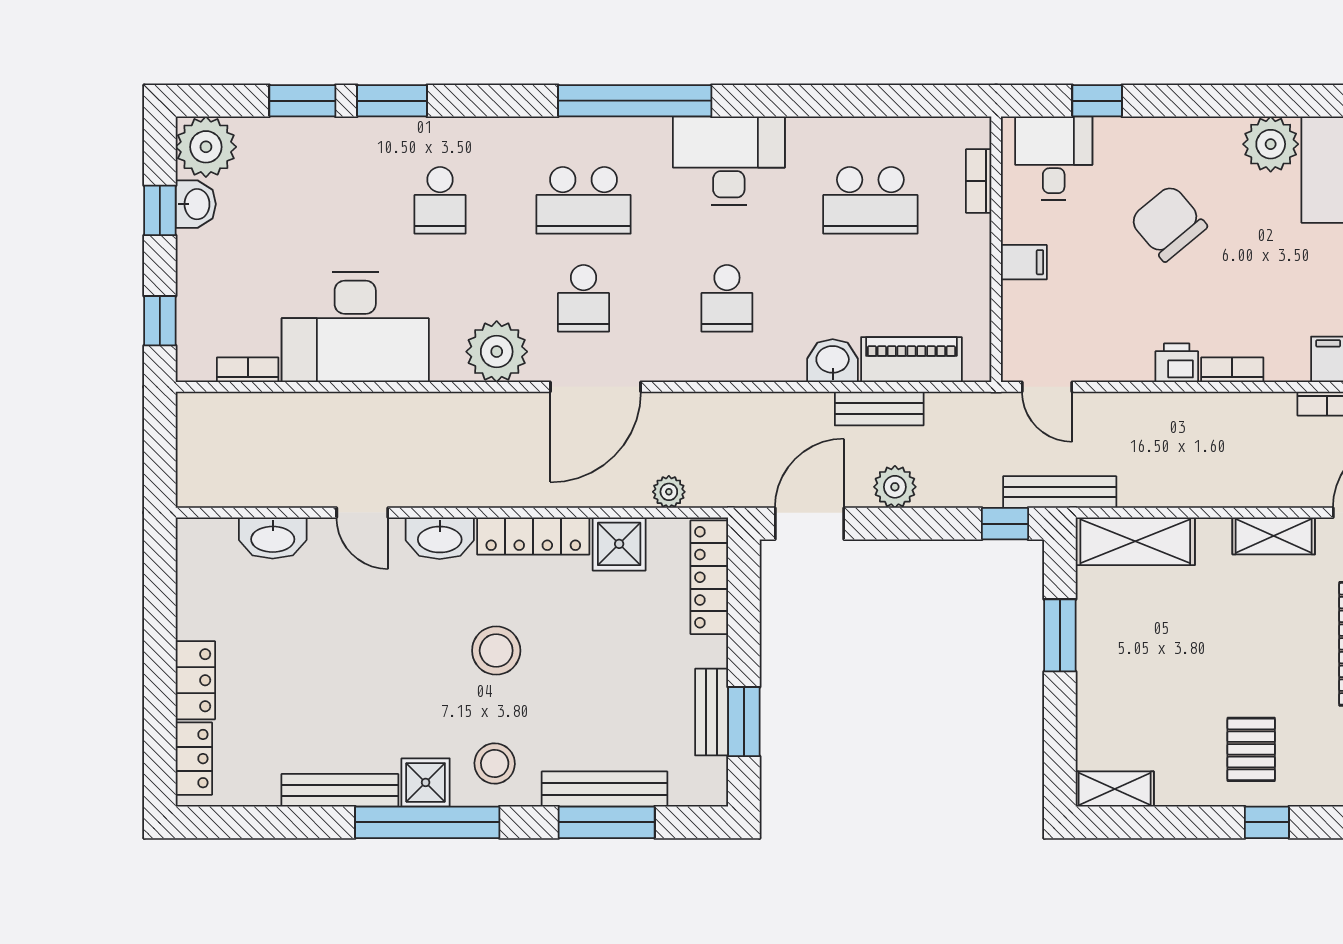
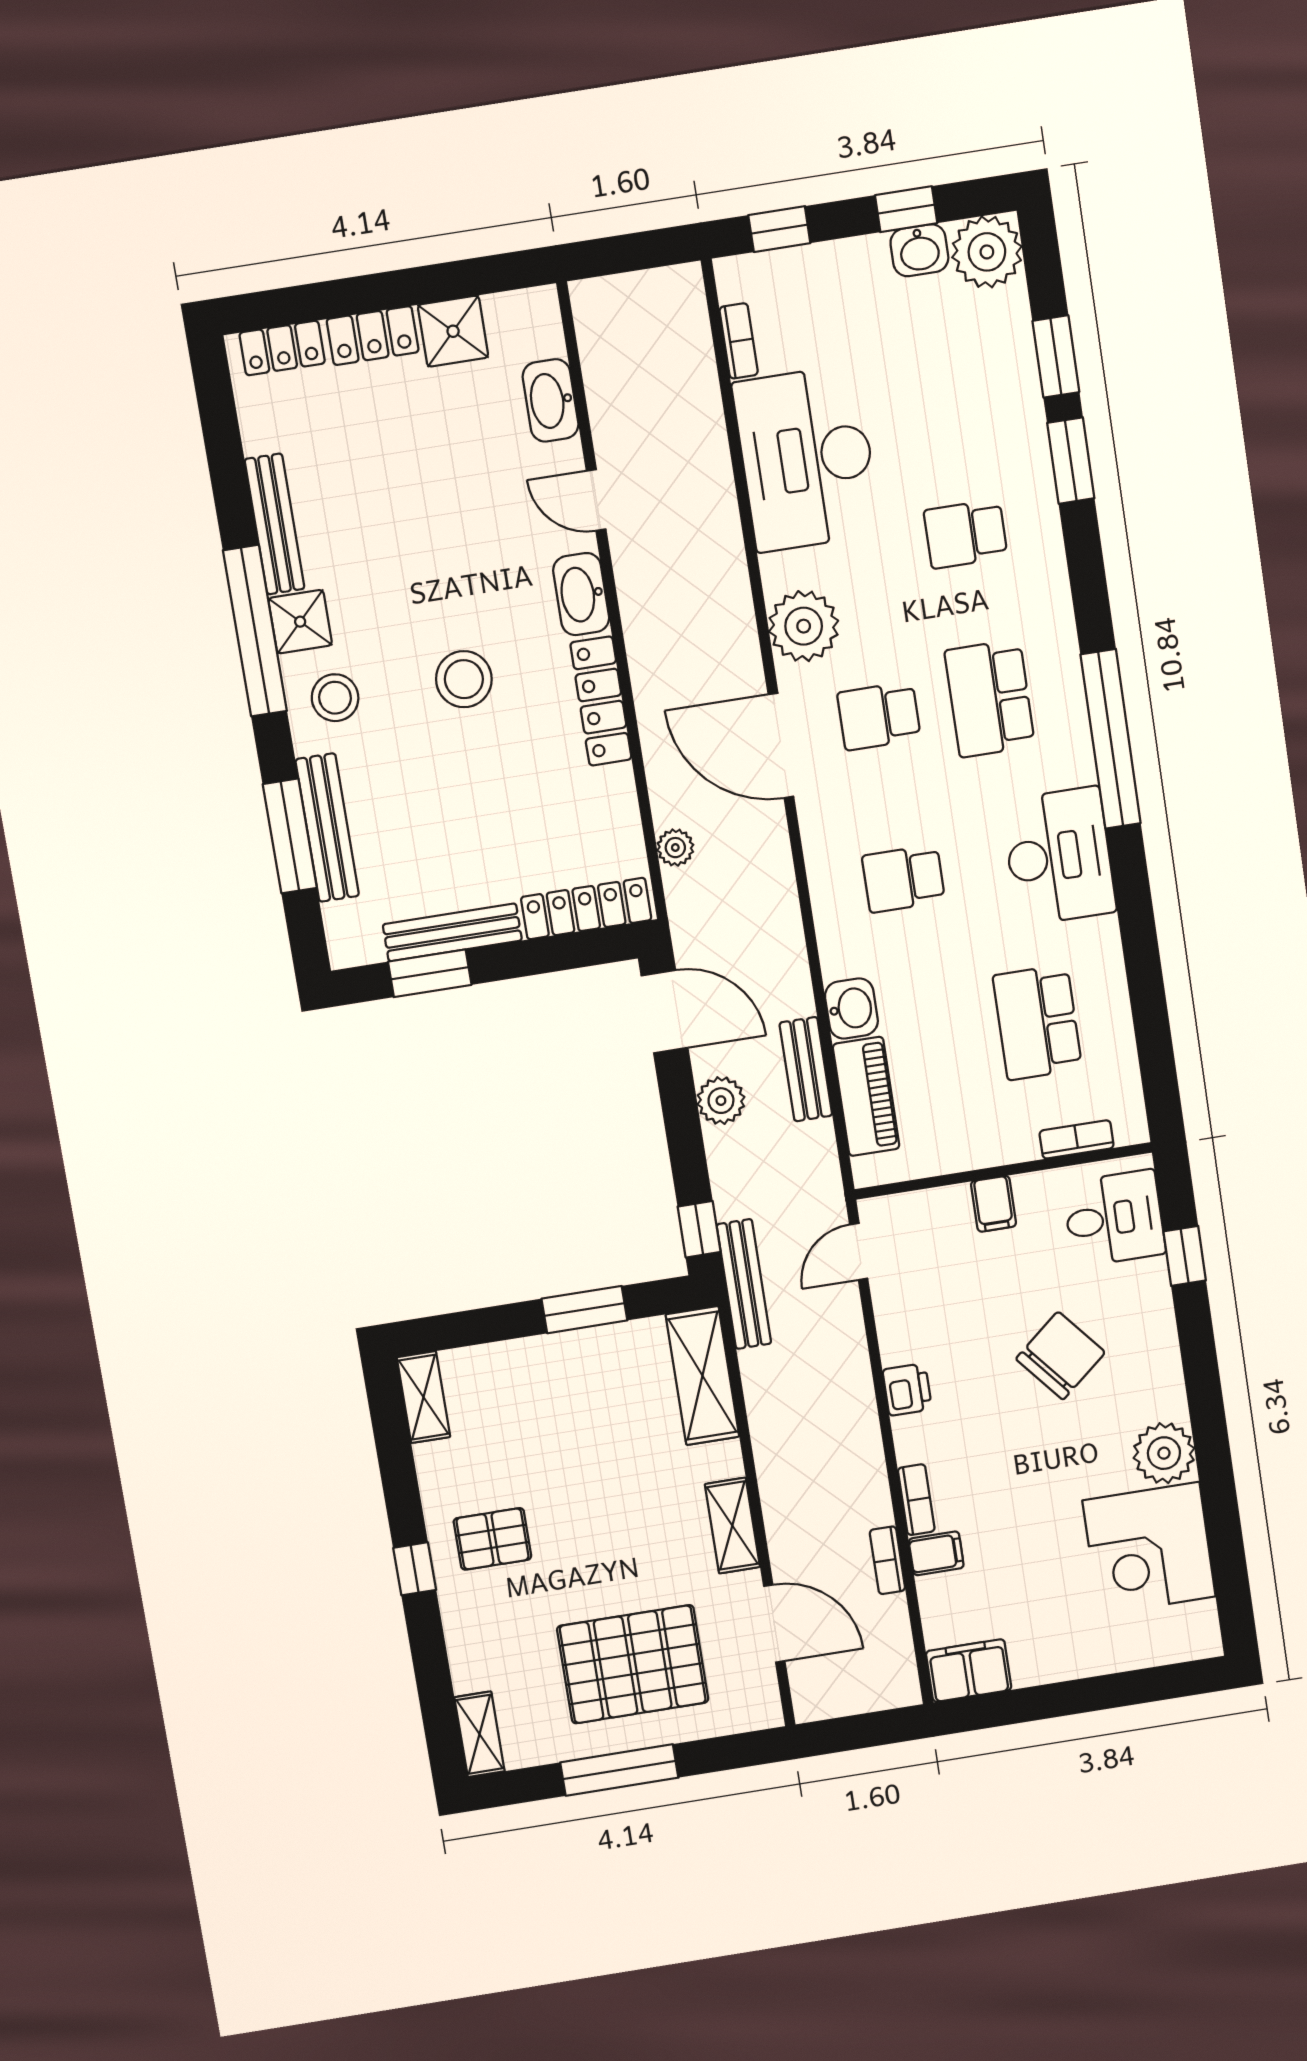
bookcase: (1232, 370) -> (916, 1500), moved
door: (362, 513) -> (596, 500), hinge flipped
shower: (619, 544) -> (453, 331), moved
bench: (712, 712) -> (452, 932), width x1.36

